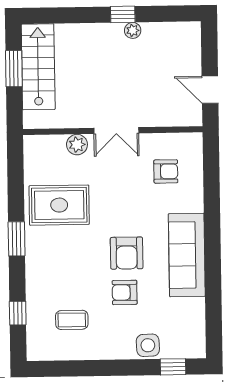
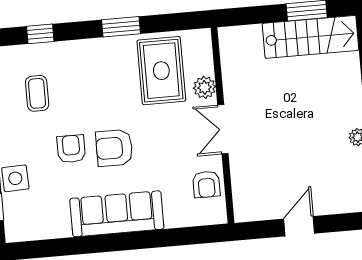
wall: (113, 131) -> (223, 125), moved
double door: (116, 131) -> (223, 129), moved
plant: (77, 145) -> (205, 87), moved

